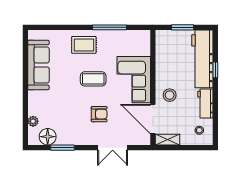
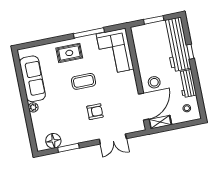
corner sofa: (134, 80) -> (115, 51), moved
door: (153, 119) -> (144, 107), swing flipped
plant: (33, 121) -> (33, 107), moved

